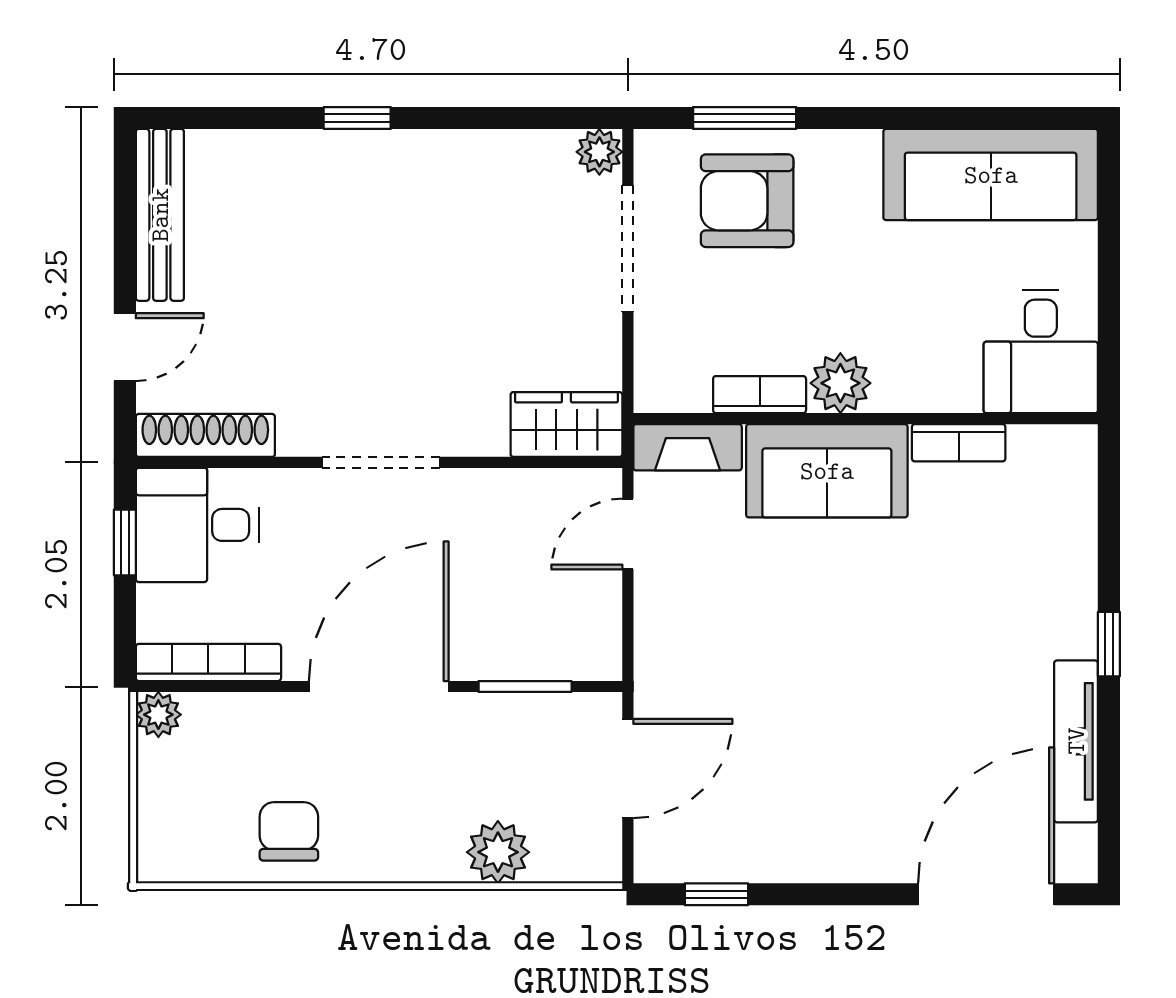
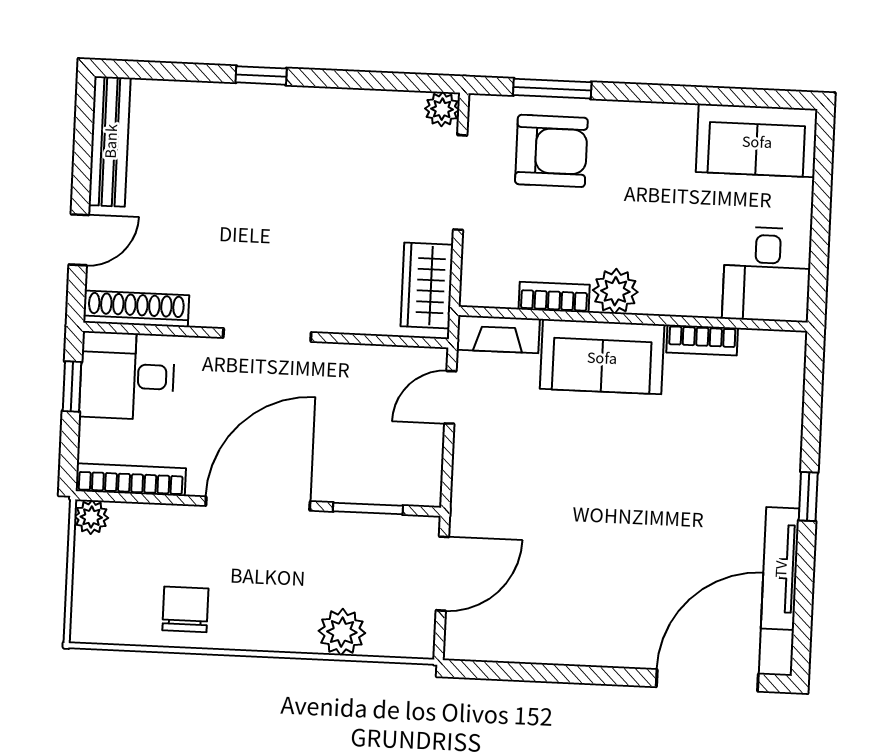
sofa: (991, 175) -> (757, 141), width x0.73
armchair: (747, 201) -> (551, 151), turned 180
wardrobe: (566, 424) -> (427, 286), moved, turned -90
window: (716, 894) -> (505, 671), removed

